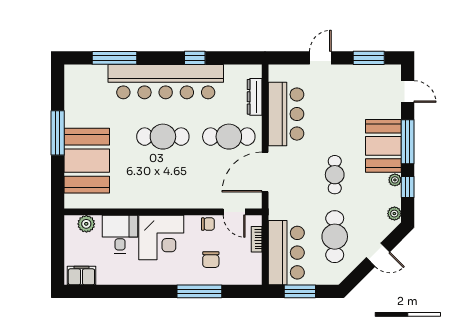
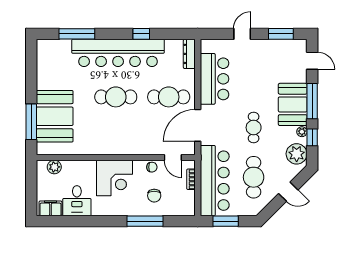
dresser: (255, 97) -> (189, 54), moved
window: (58, 133) -> (31, 122), moved
plant: (394, 214) -> (297, 154), width x1.87, depth x1.87
desk: (120, 234) -> (77, 201), moved, turned 180
bar counter: (286, 253) -> (215, 181), width x1.36

